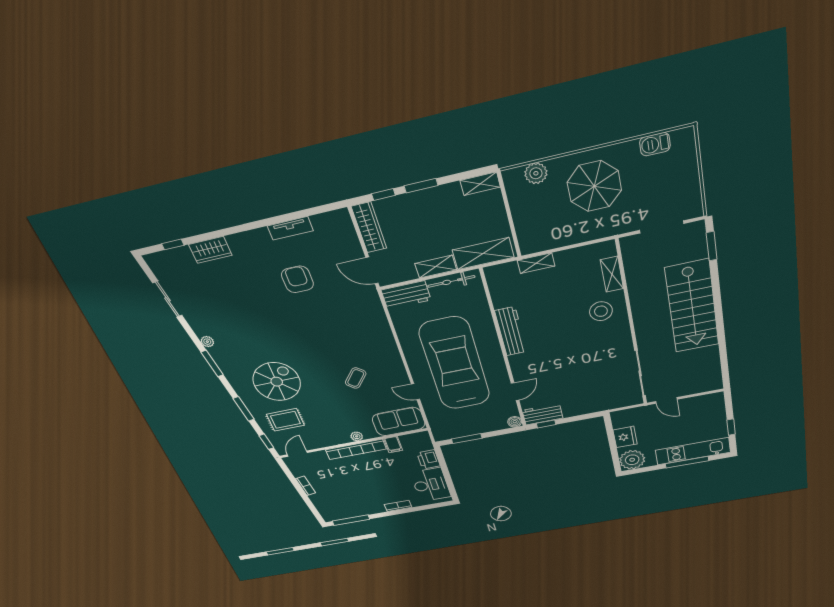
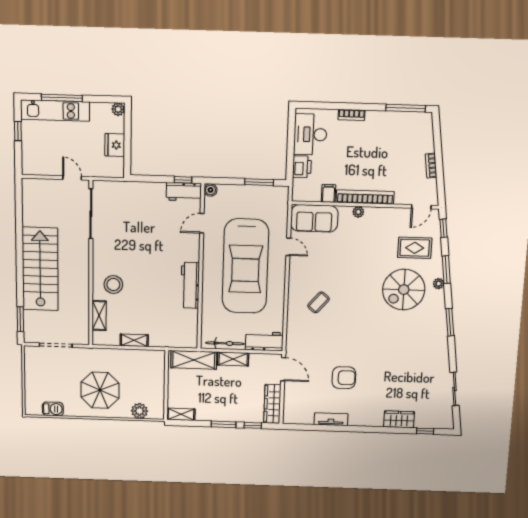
shelving: (536, 263) -> (134, 340), moved
armchair: (297, 279) -> (344, 378), turned -90
plant: (207, 342) -> (439, 284), moved
coffee table: (356, 378) -> (319, 302), moved
plant: (632, 460) -> (118, 109), width x0.53, depth x0.53

